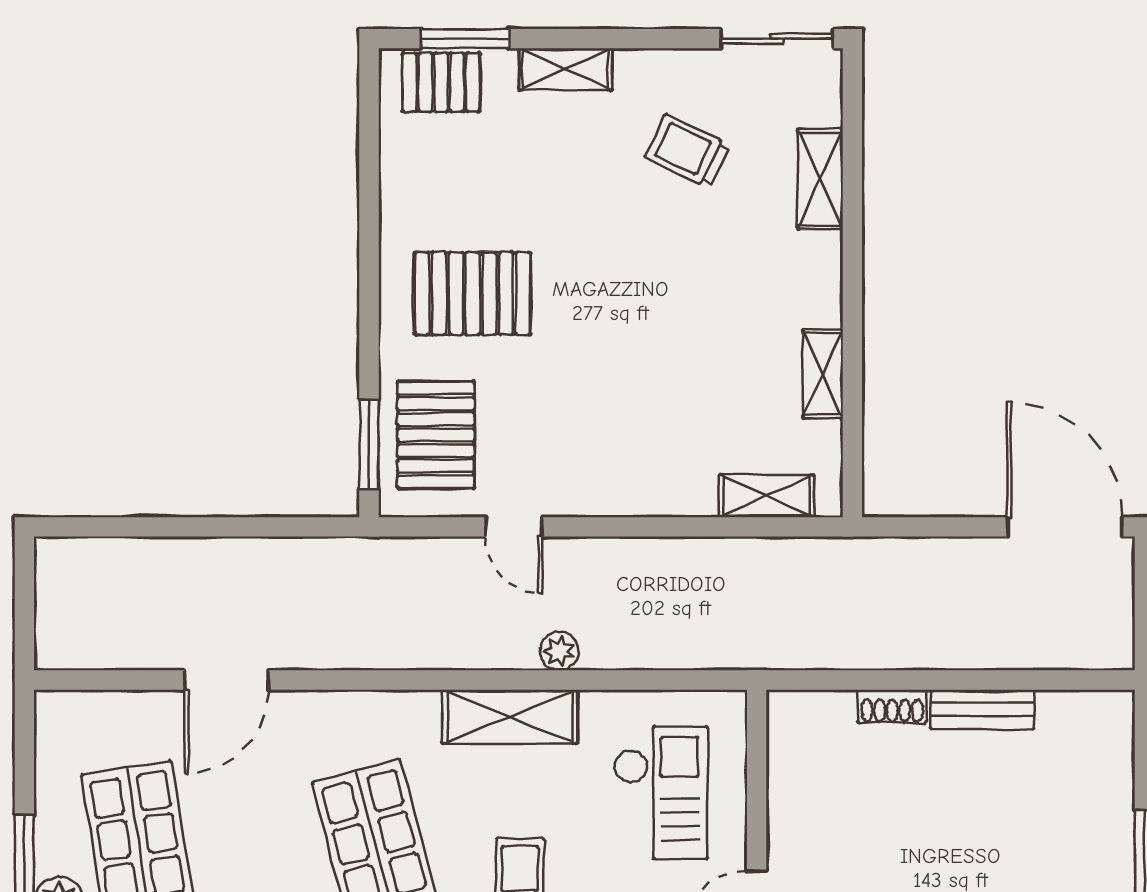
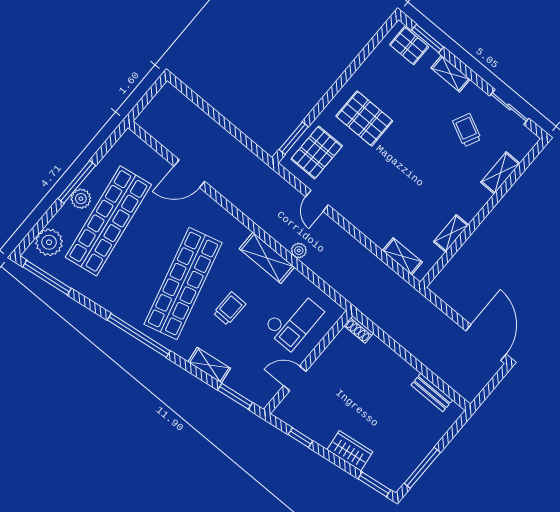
sliding door: (777, 39) -> (509, 107), moved
shoe rack: (892, 706) -> (359, 330), moved
bench: (982, 709) -> (432, 393), moved

